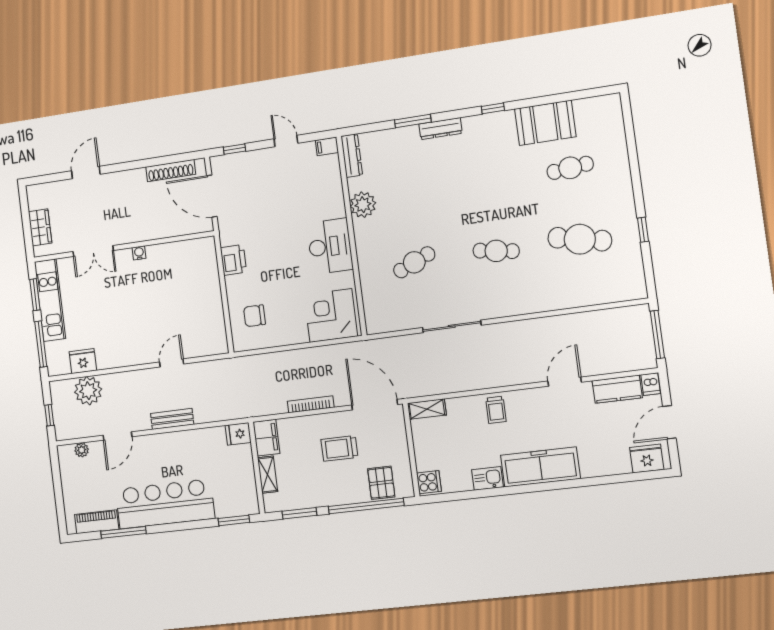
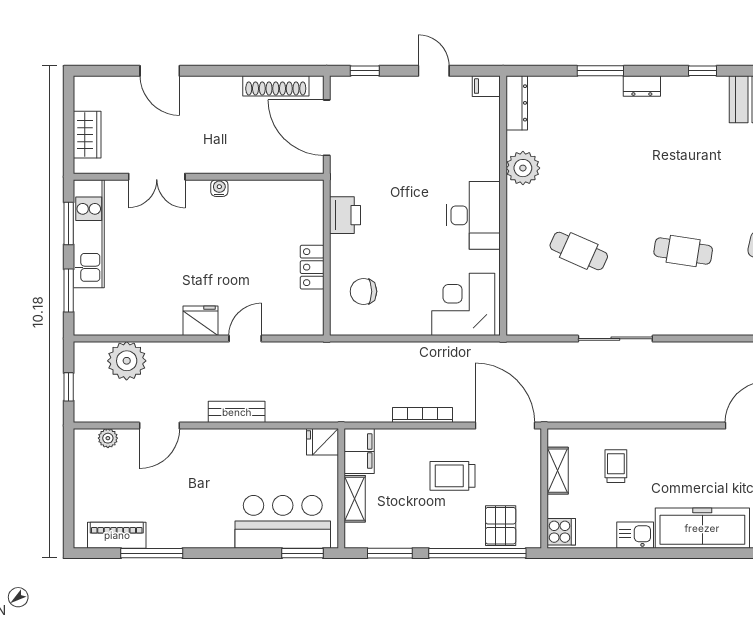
dresser: (440, 129) -> (642, 86), width x0.70
door: (86, 173) -> (160, 71), swing flipped
cafe table: (414, 262) -> (579, 251), turned 48
locker: (214, 303) -> (312, 267), added
window: (41, 344) -> (69, 291), width x0.69
fridge: (83, 361) -> (200, 321), moved
shelving: (427, 409) -> (558, 471), moved, turned 90
trolley: (496, 410) -> (616, 466), moved, turned 180
bar counter: (165, 504) -> (283, 522), moved, width x0.73

